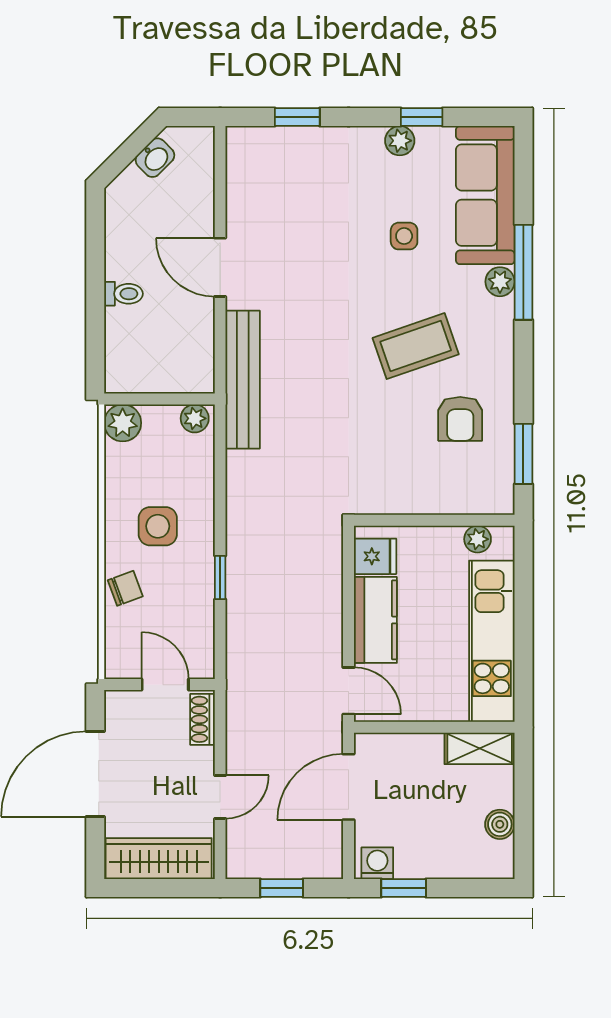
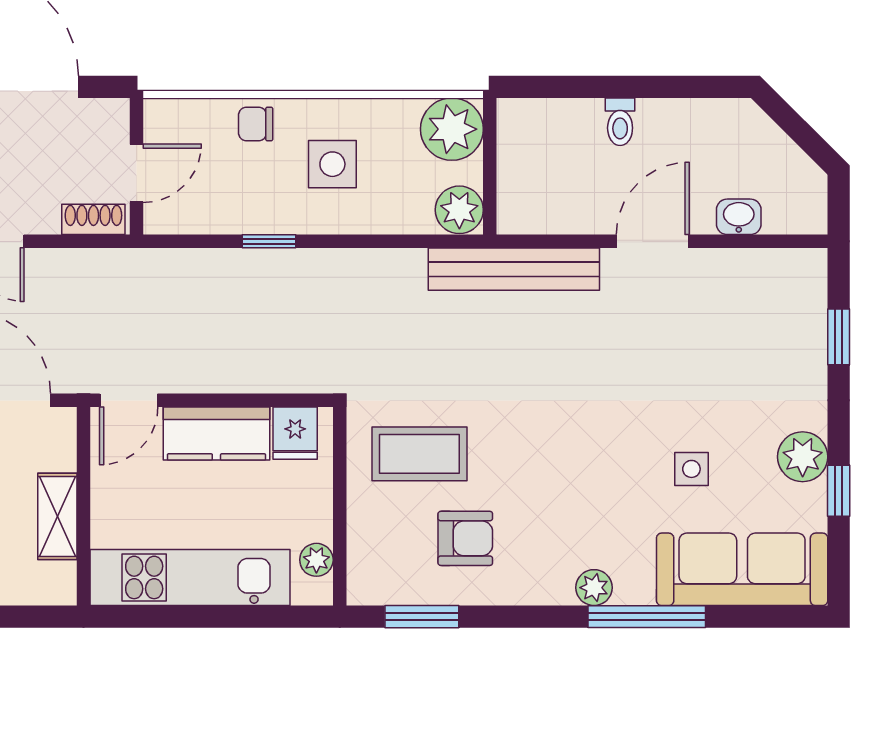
plant: (400, 141) -> (803, 457), width x1.38, depth x1.38
washbasin: (155, 158) -> (739, 217), moved, turned 135
plant: (500, 282) -> (594, 588), moved
coffee table: (416, 346) -> (419, 454), moved, turned -71
plant: (195, 418) -> (459, 210), width x1.38, depth x1.38
armchair: (460, 419) -> (465, 538), turned 180
plant: (123, 423) -> (452, 129), width x1.36, depth x1.36
chair: (125, 588) -> (256, 124), turned 110
shelving: (480, 748) -> (57, 516), moved

